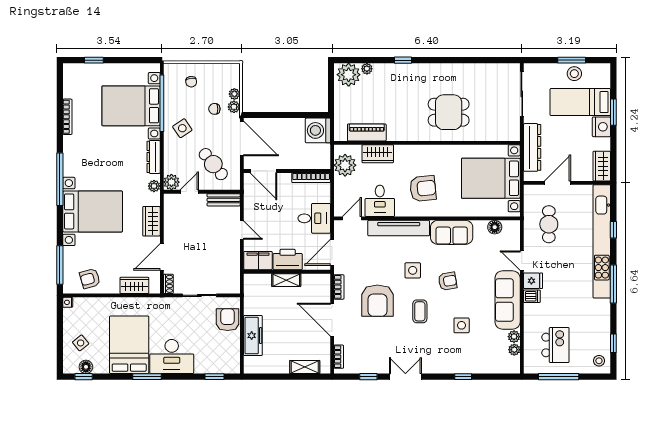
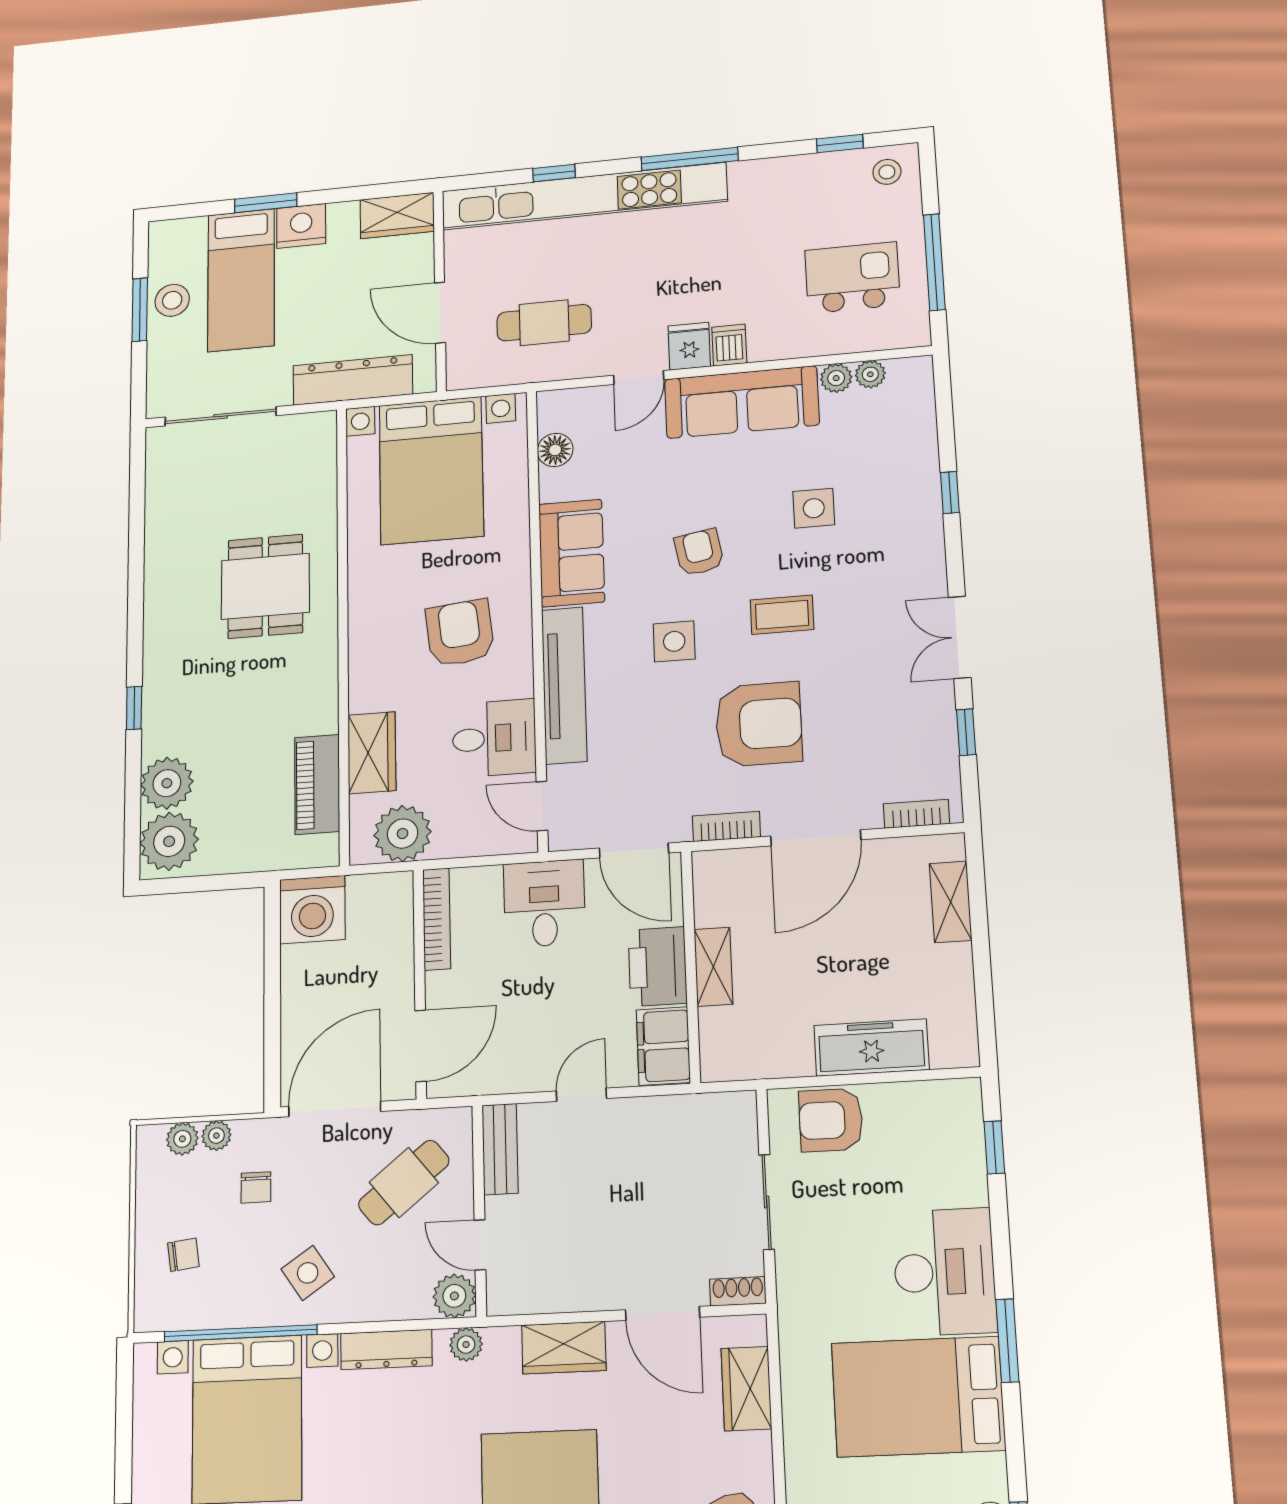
plant: (367, 69) -> (167, 783), width x1.87, depth x1.87
plant: (234, 107) -> (182, 1139), moved

